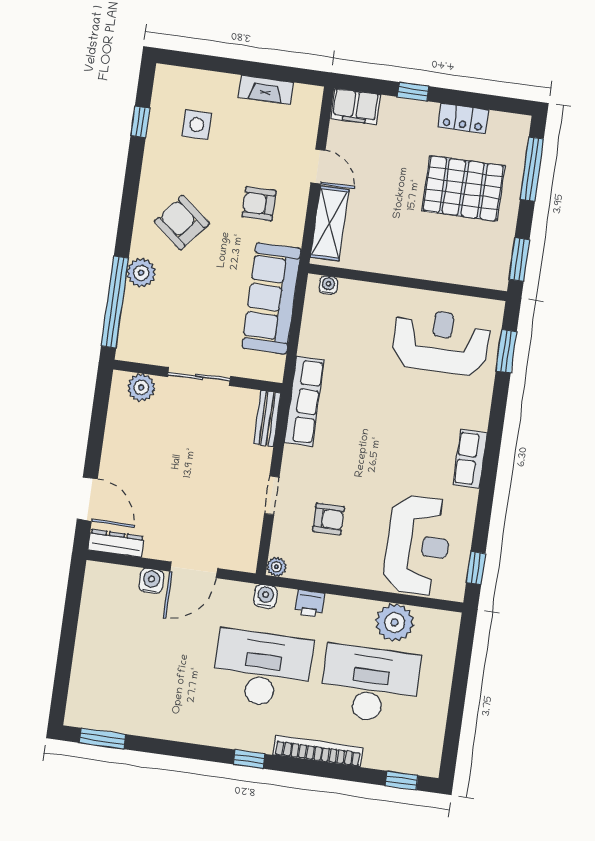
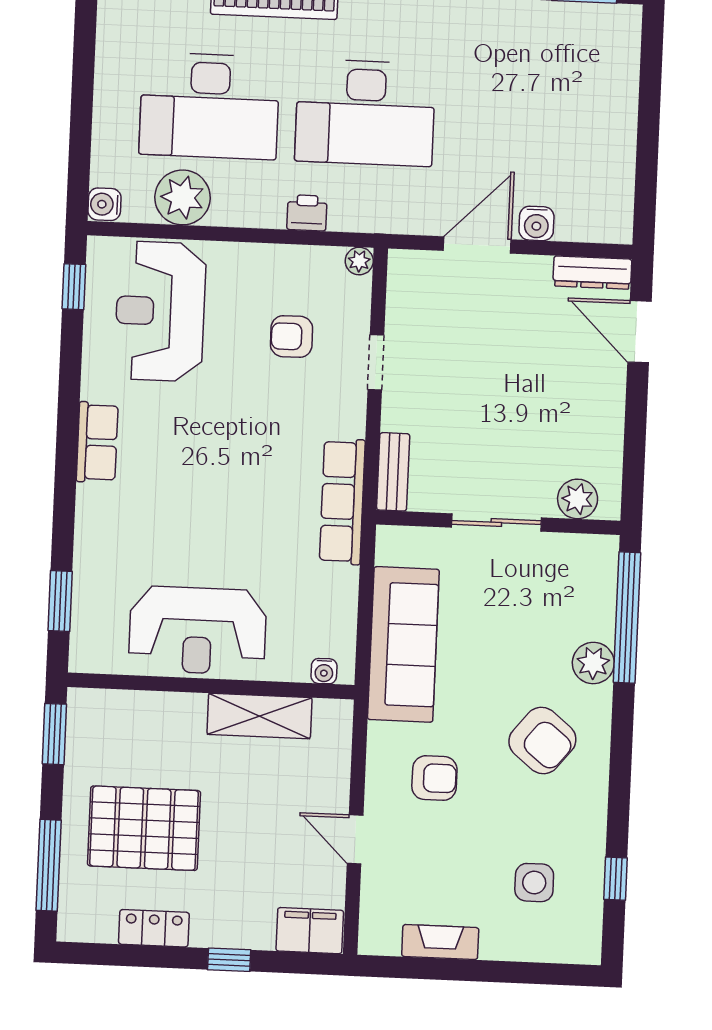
shelving: (330, 223) -> (259, 716), moved, turned 90
reception desk: (441, 342) -> (198, 630), moved
water cooler: (265, 596) -> (104, 204), moved, turned 90

